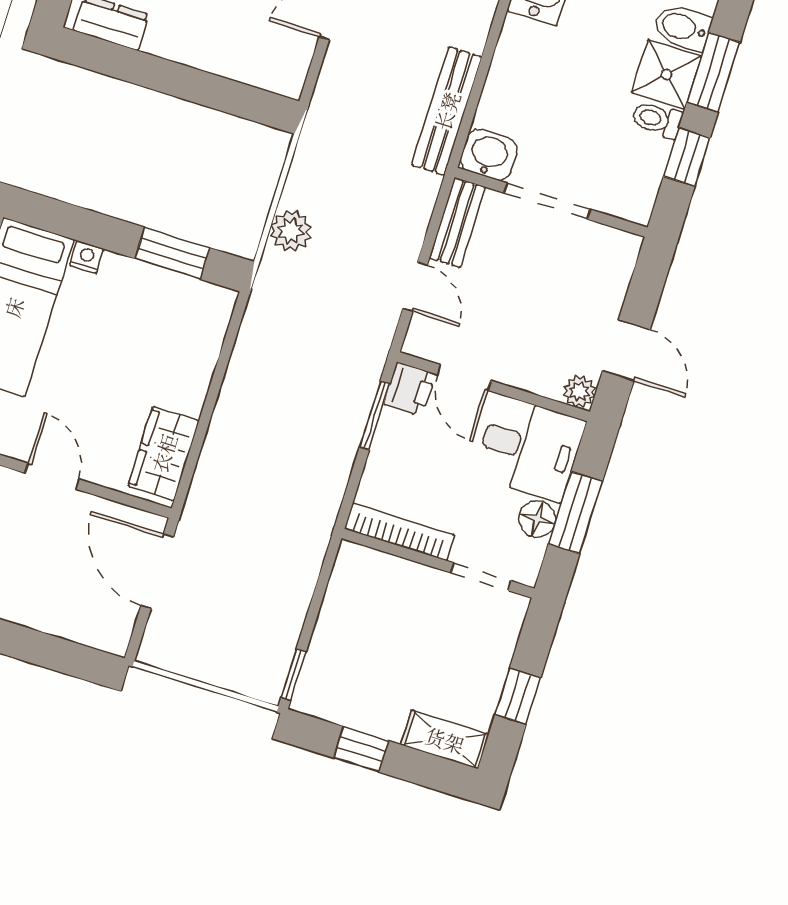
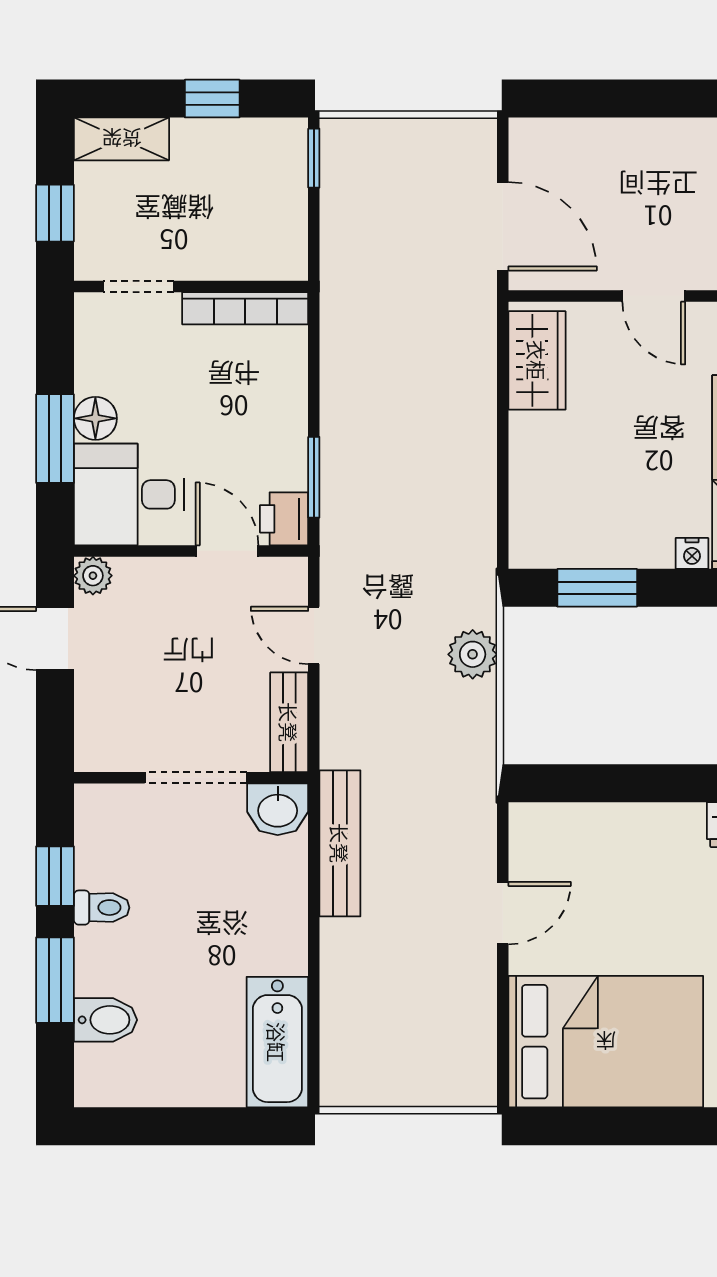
shower: (666, 74) -> (107, 961), removed
bookcase: (400, 532) -> (245, 308), moved
wall: (438, 563) -> (191, 287), moved
doorway: (481, 577) -> (138, 287), moved

